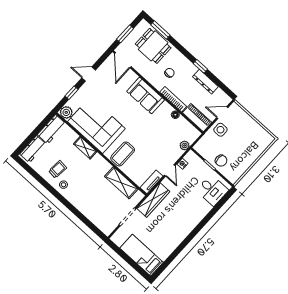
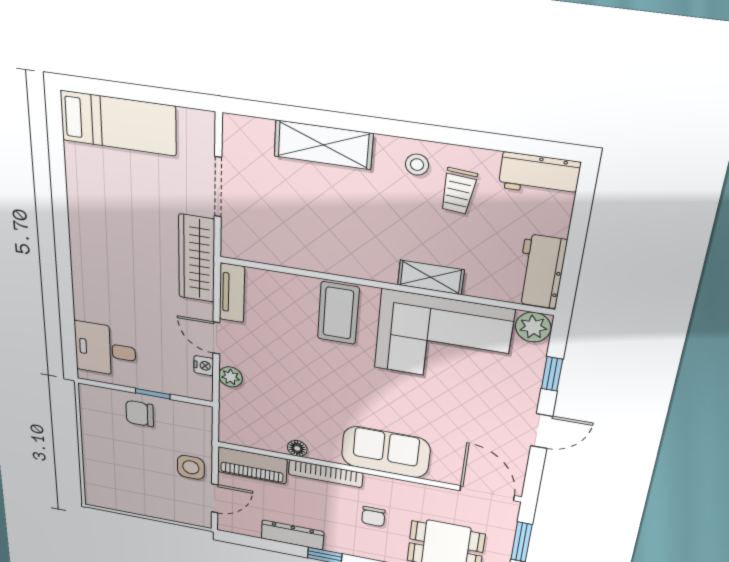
plant: (185, 145) -> (231, 377), moved
workbench: (33, 149) -> (539, 175), moved, turned -90
shelving: (121, 183) -> (323, 145), moved

